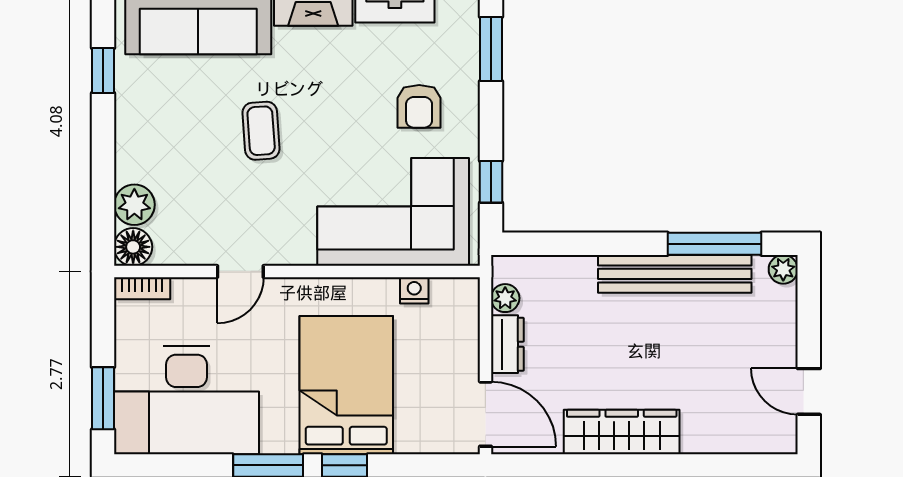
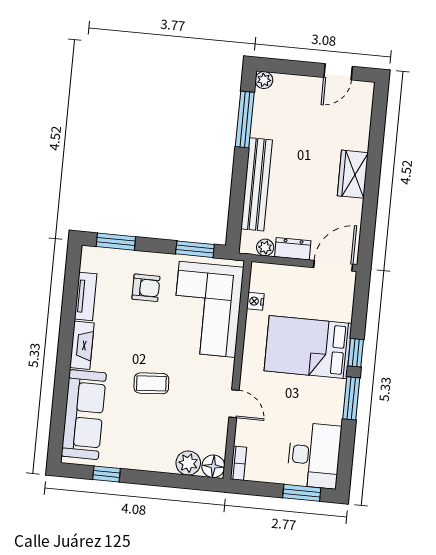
window: (491, 182) -> (195, 249), width x1.50
bench: (675, 274) -> (257, 184), moved
desk: (187, 400) -> (314, 455), width x0.73, depth x0.77
wardrobe: (622, 432) -> (353, 174), width x0.67

